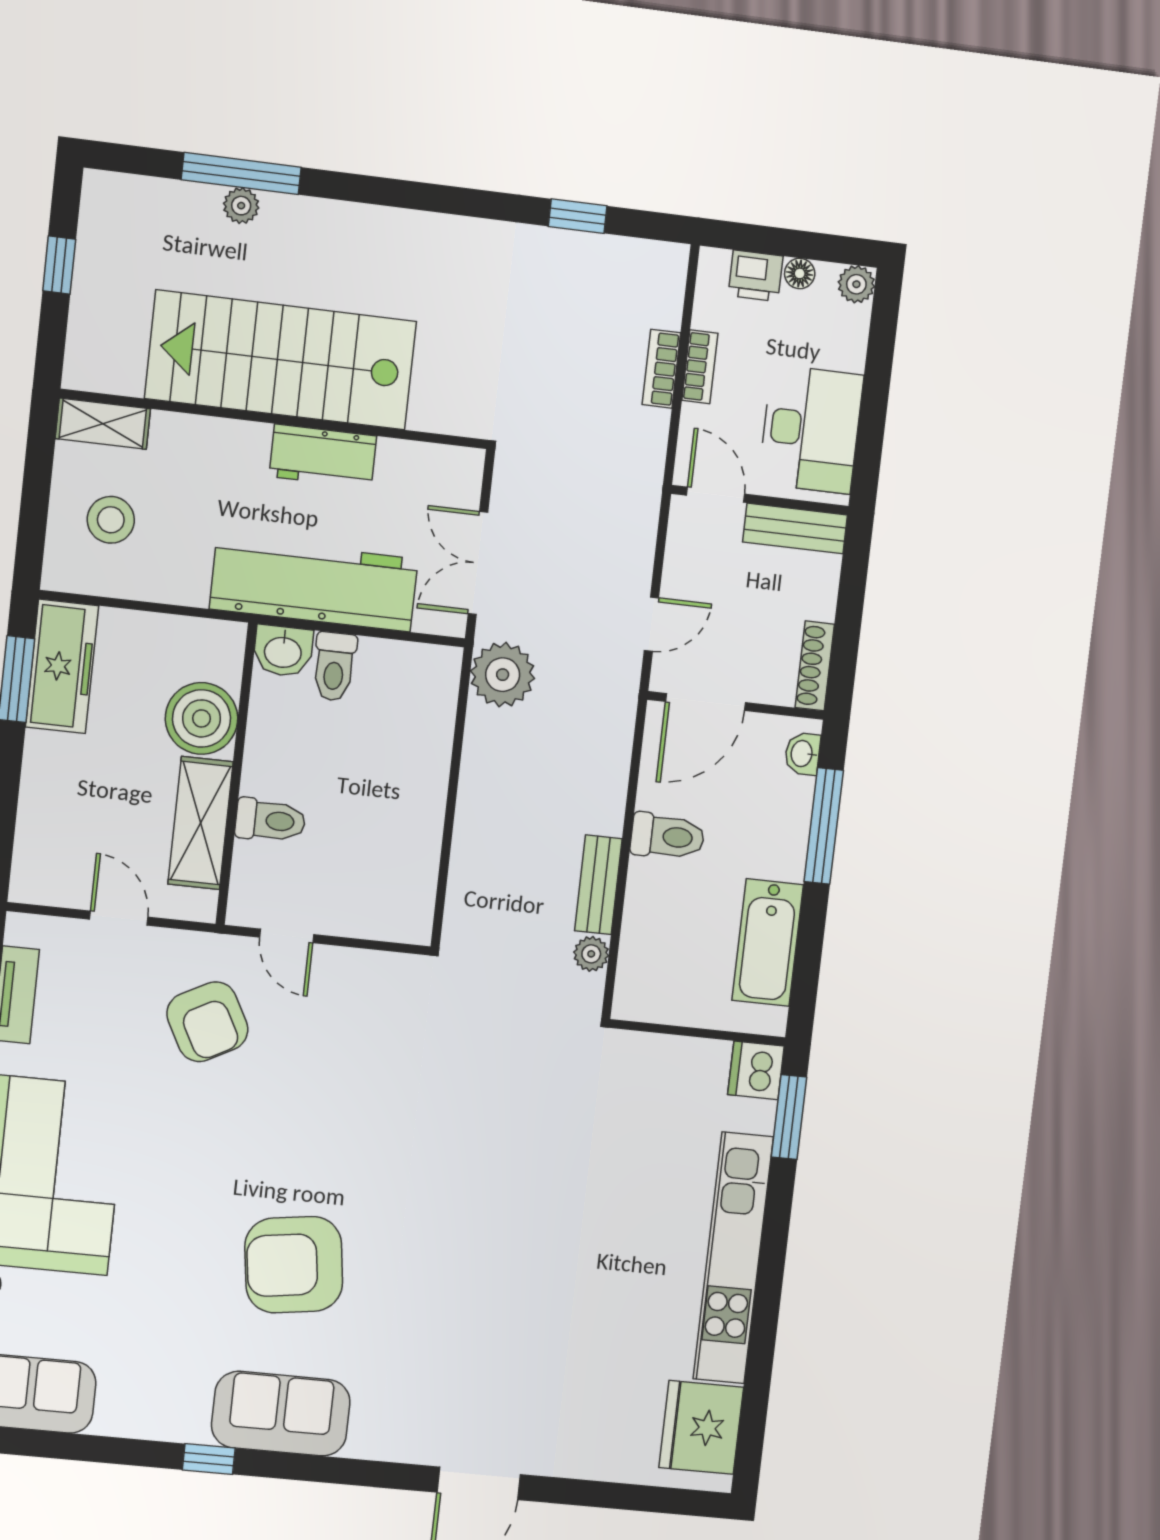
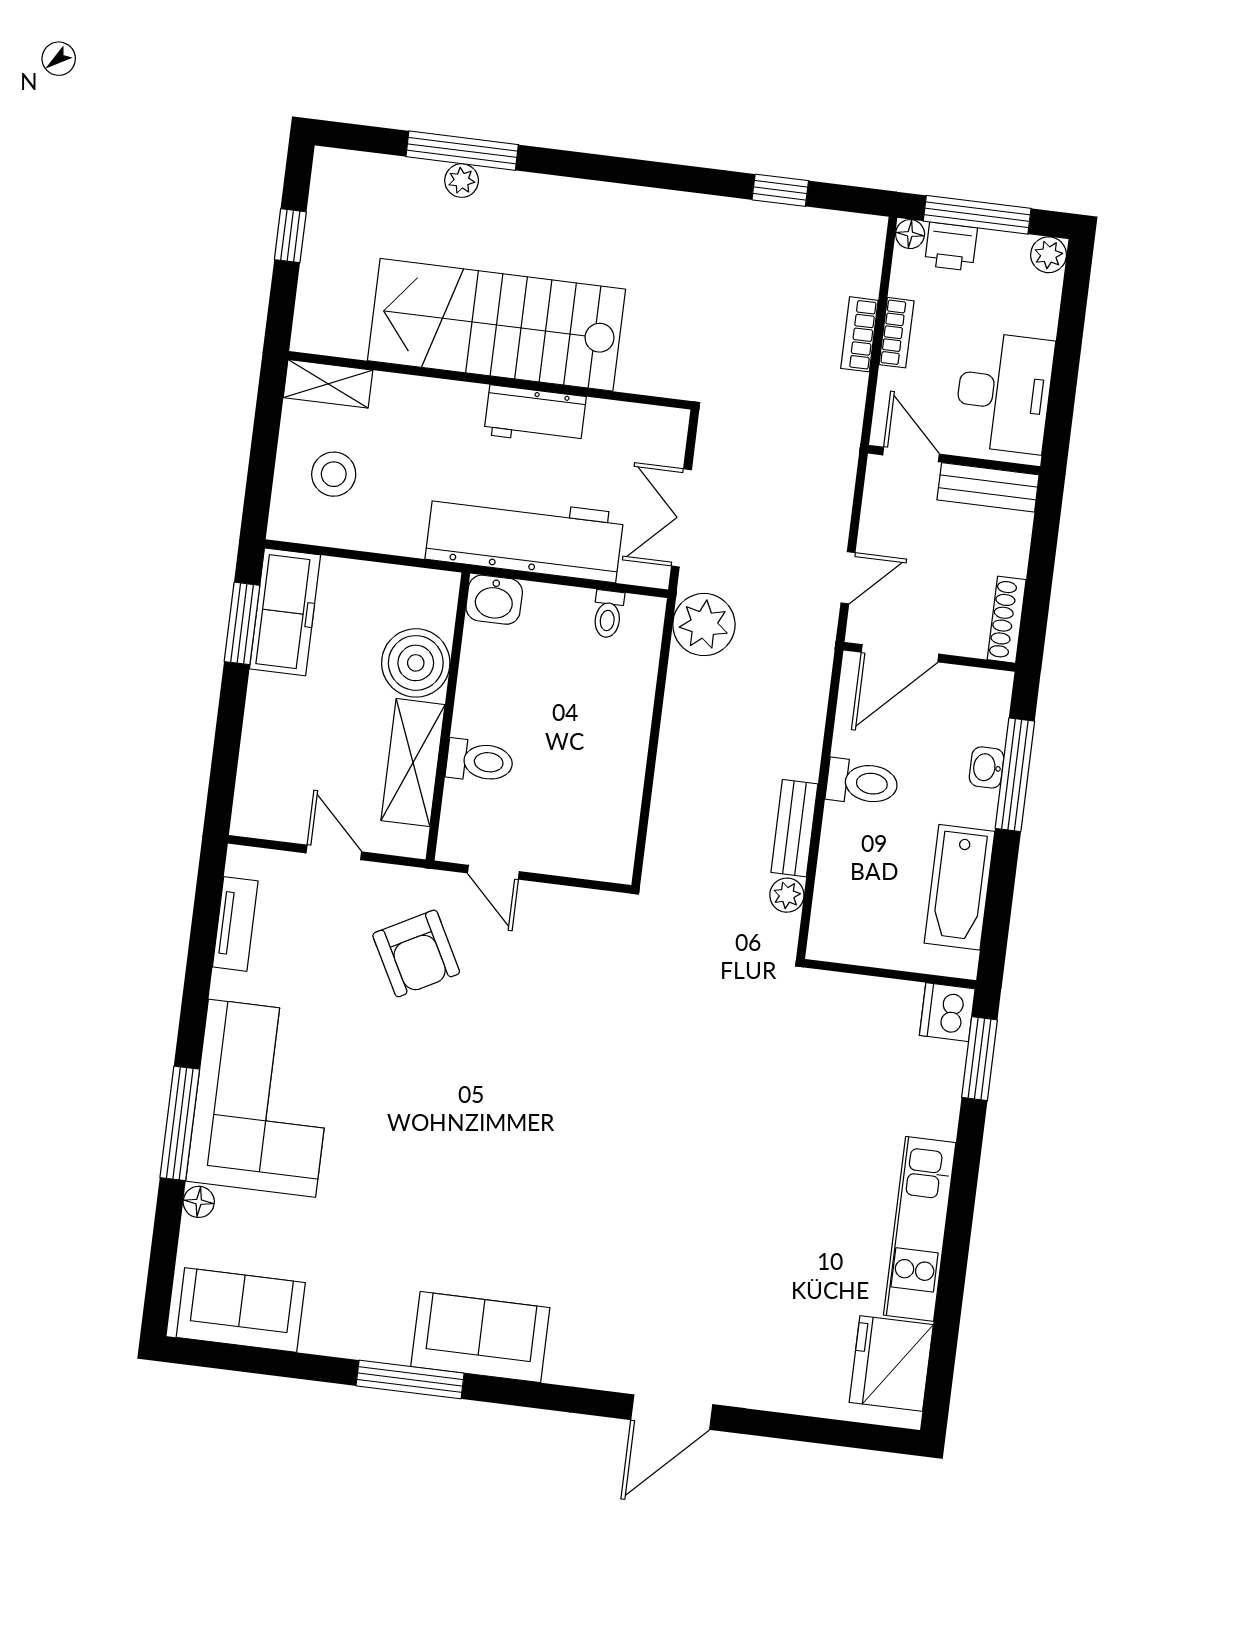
window: (783, 242) -> (977, 215), added
floor lamp: (800, 273) -> (910, 234), moved
toilet: (334, 667) -> (608, 614), moved, width x0.73, depth x0.72
washbasin: (803, 754) -> (987, 767), moved
kitchen unit: (733, 1258) -> (920, 1229), width x0.73
armchair: (294, 1265) -> (495, 1191), removed
window: (209, 1459) -> (410, 1380), width x2.17

